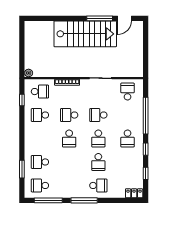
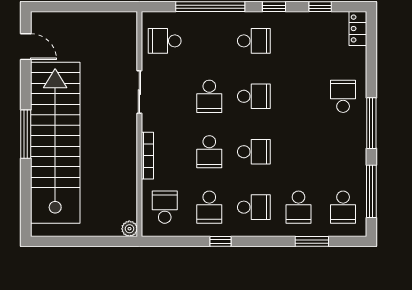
window: (100, 18) -> (26, 134), moved
stairs: (85, 34) -> (55, 143), width x1.36
window: (22, 100) -> (220, 241), moved
school desk: (98, 162) -> (254, 207), moved

